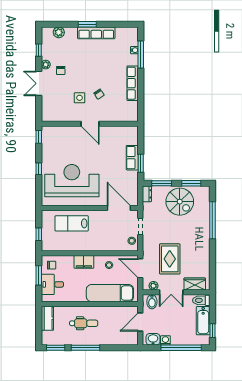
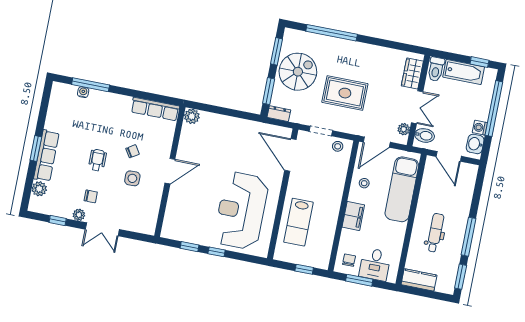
row of seats: (96, 33) -> (46, 156), moved
wheelchair: (88, 70) -> (97, 160), added
row of seats: (133, 83) -> (155, 109), moved
plant: (133, 132) -> (192, 116), added
window: (39, 137) -> (189, 247), moved
row of seats: (132, 158) -> (226, 124), removed
window: (141, 163) -> (236, 114), removed
door: (119, 208) -> (290, 155), hinge flipped
rug: (170, 259) -> (345, 93), moved

